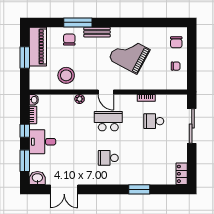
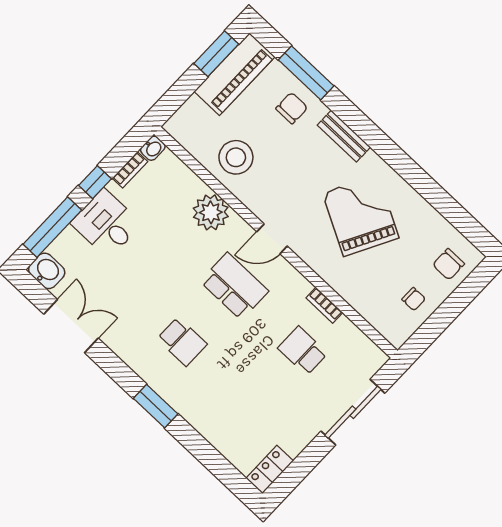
window: (78, 22) -> (306, 73), moved
window: (25, 57) -> (216, 54), moved
door: (106, 92) -> (272, 239), hinge flipped
plant: (80, 99) -> (211, 212), width x1.87, depth x1.87
school desk: (108, 158) -> (182, 341), turned 180
window: (25, 161) -> (52, 227), width x1.44
double door: (64, 189) -> (71, 326), swing flipped
window: (139, 189) -> (156, 406), moved

